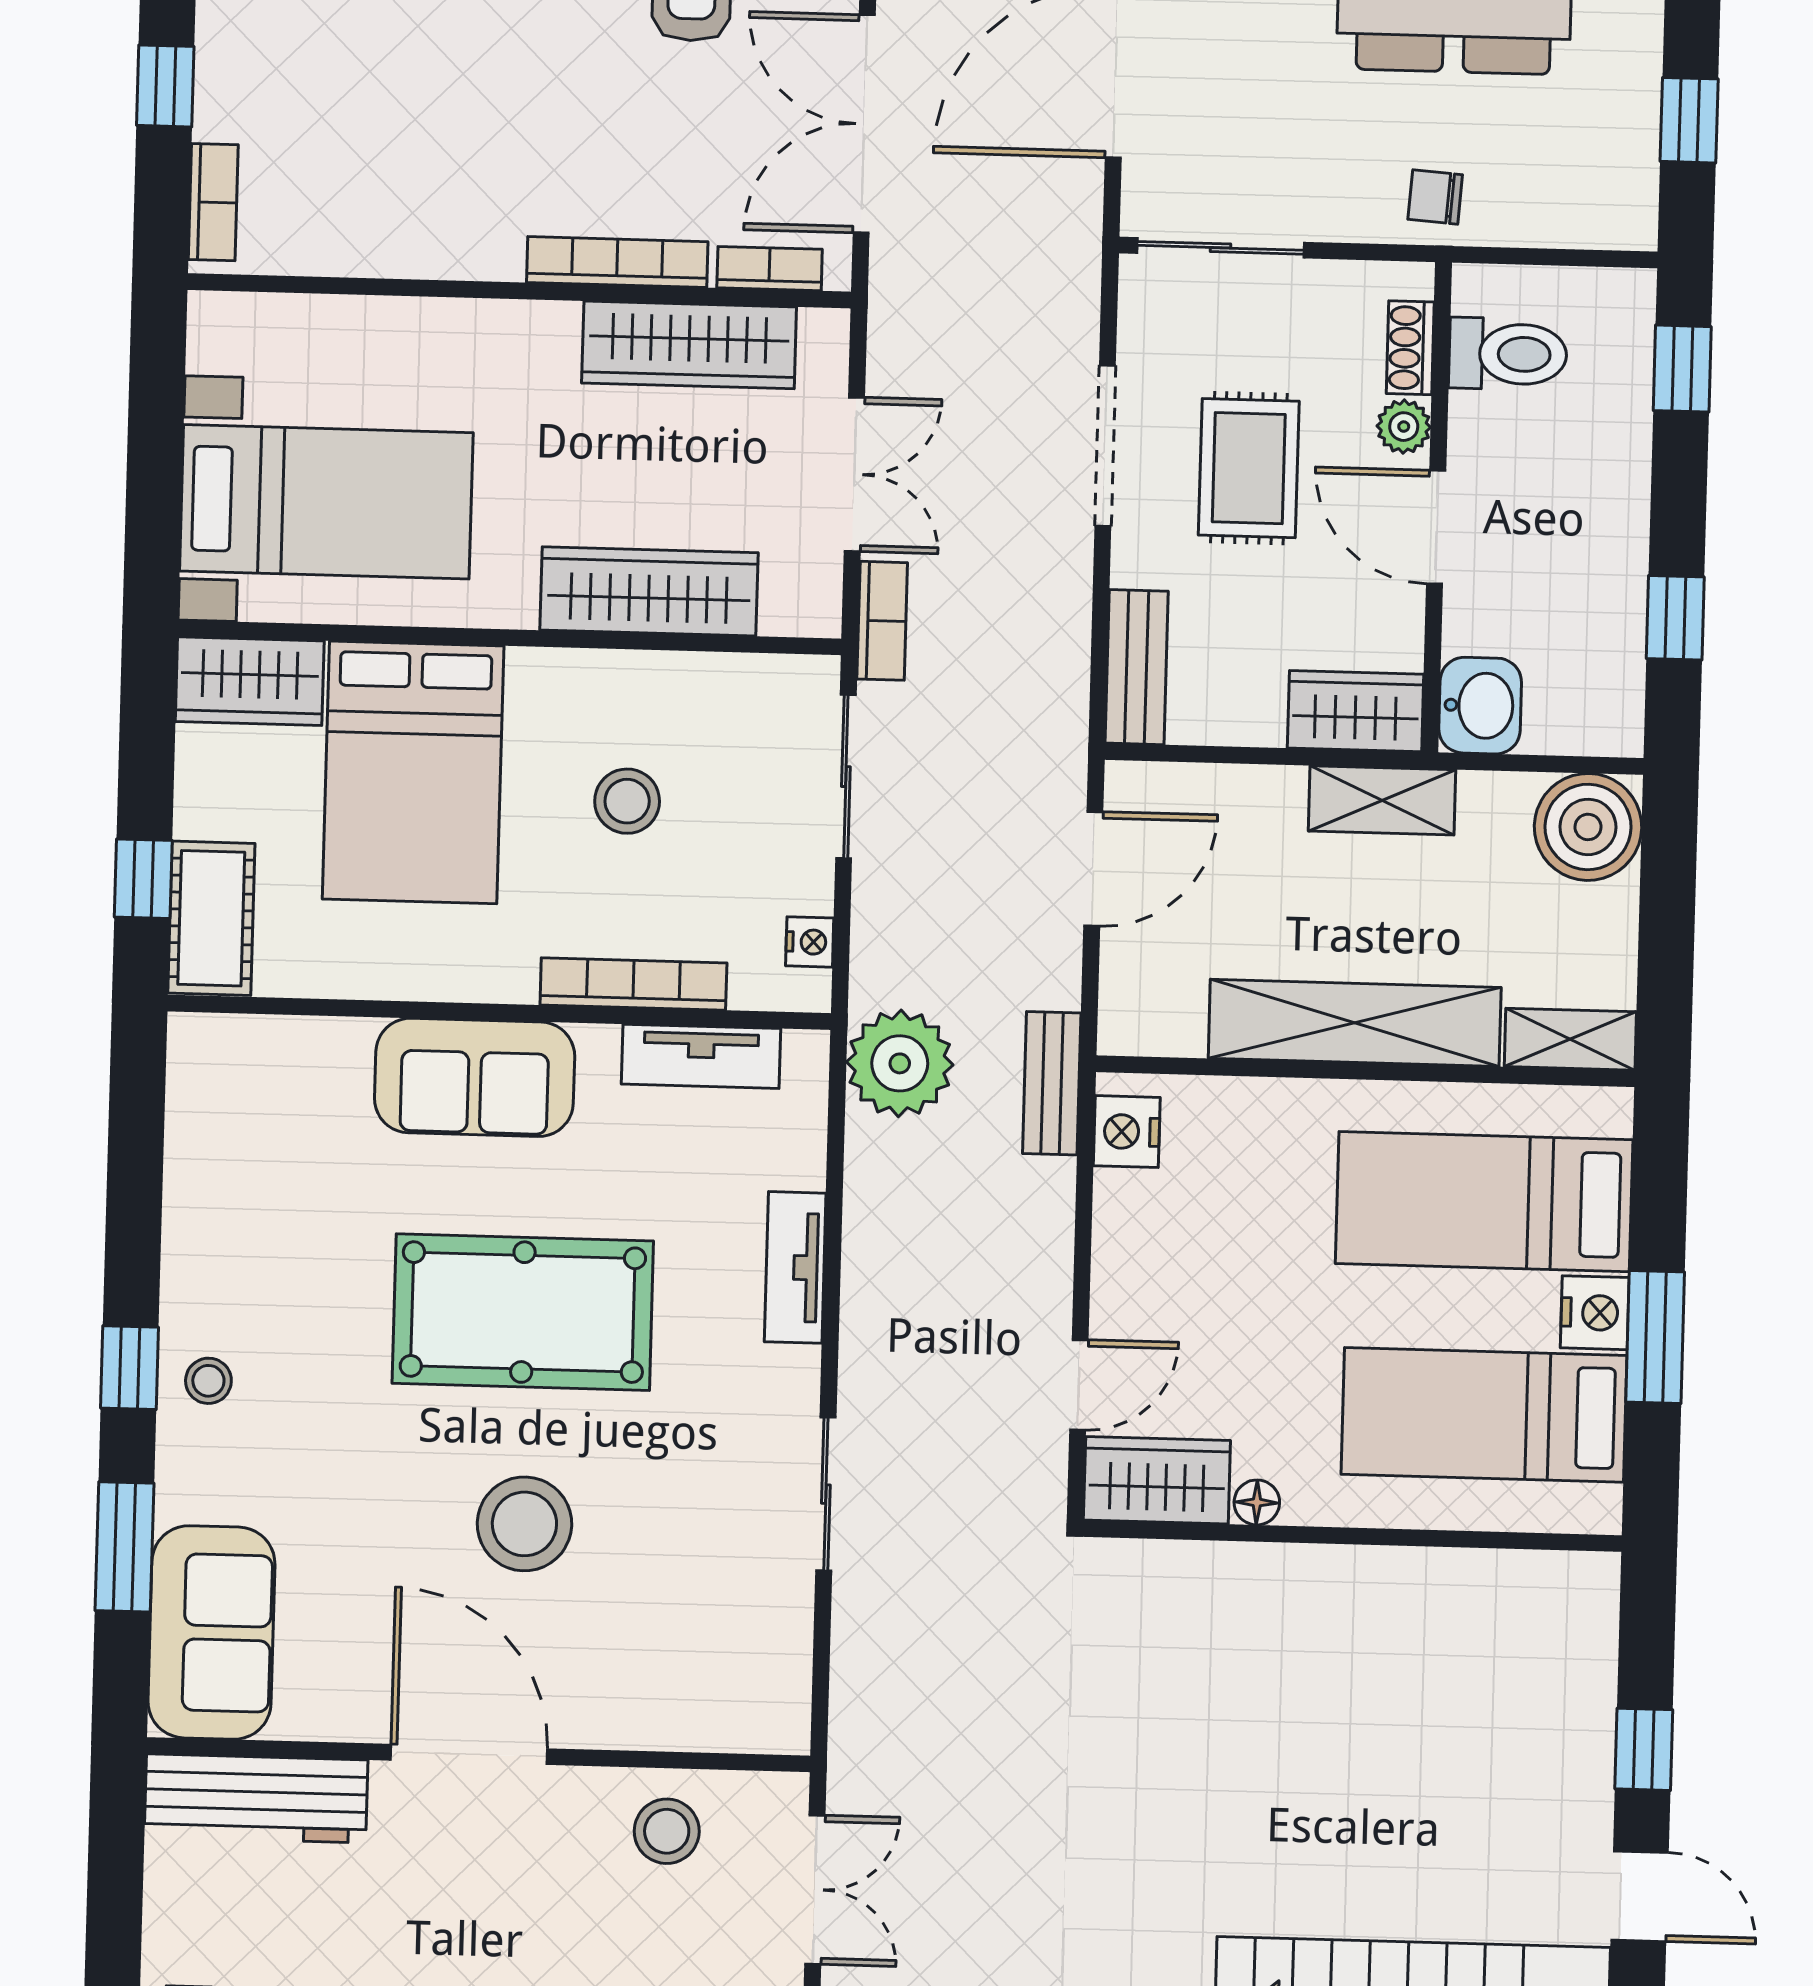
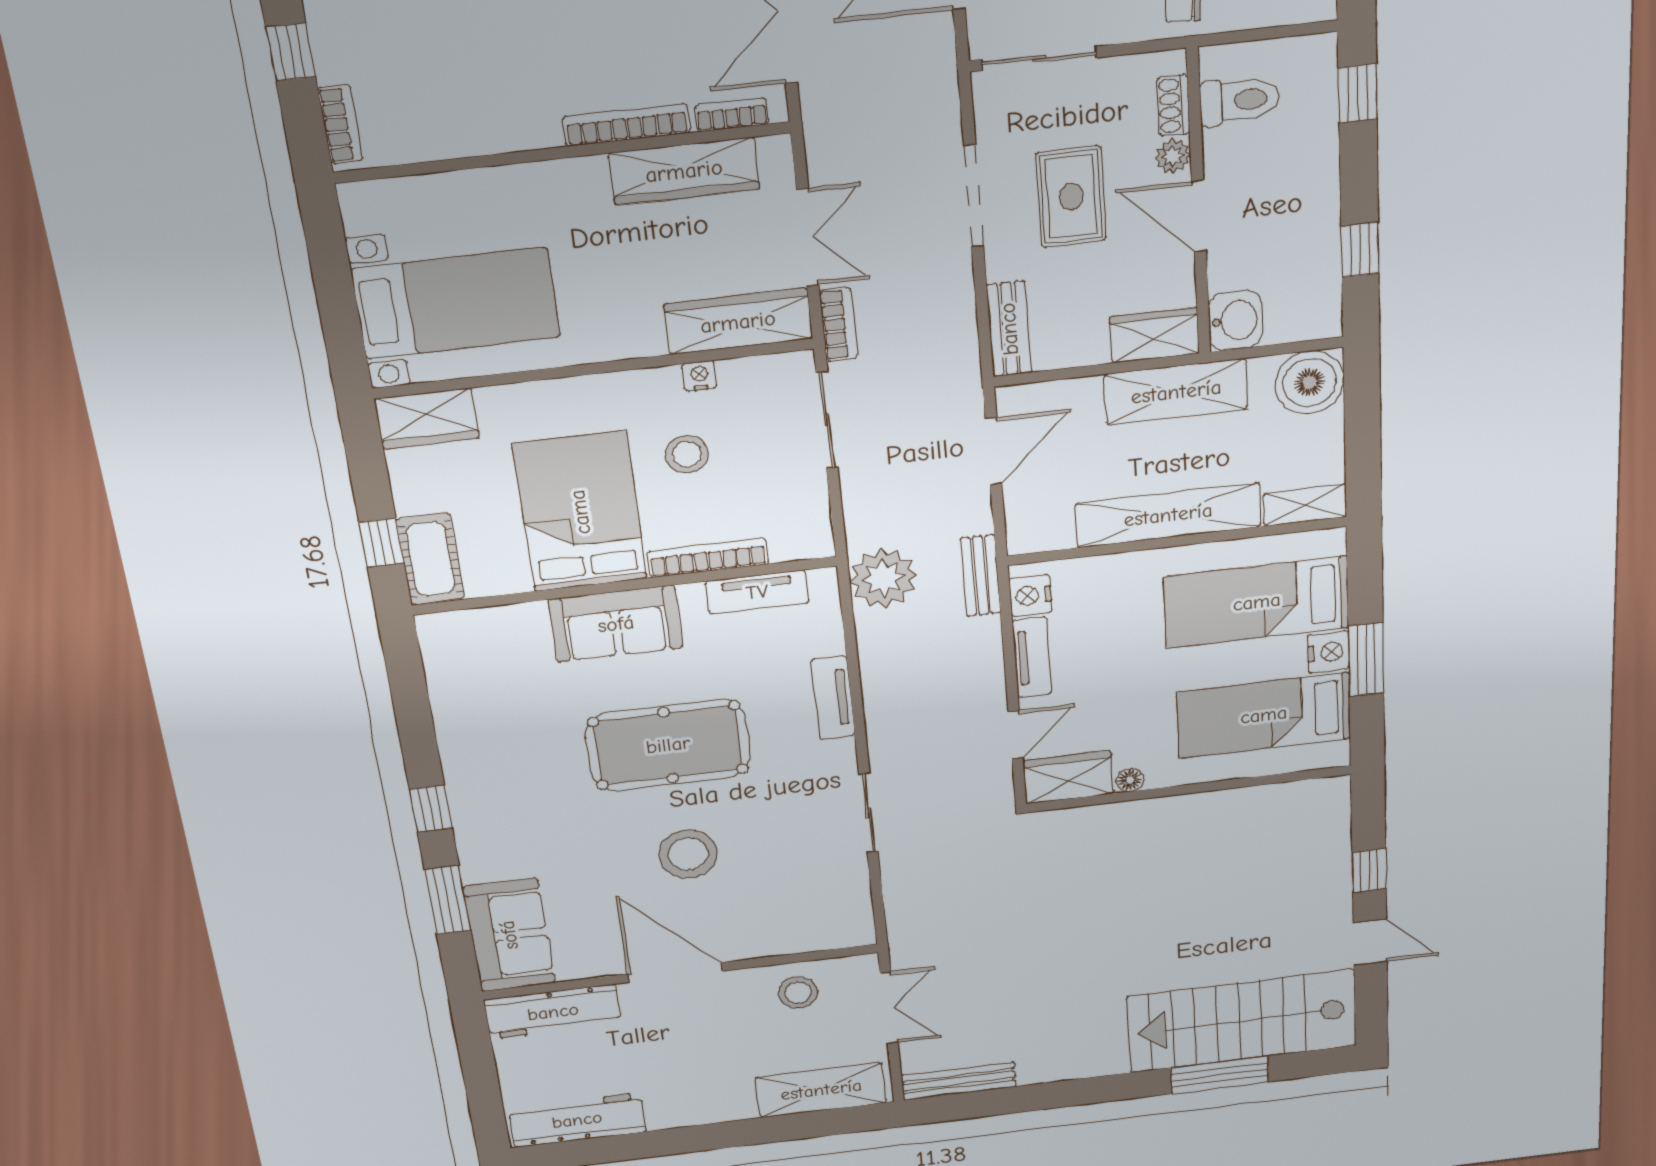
wardrobe: (649, 591) -> (738, 322), moved
bed: (413, 772) -> (580, 512), moved, turned 180
shelving: (1382, 800) -> (1176, 392), width x1.50, depth x1.33
nightstand: (810, 942) -> (699, 376), moved, turned -90
tv unit: (1119, 1244) -> (1032, 657), added
stool: (208, 1381) -> (481, 809), removed

